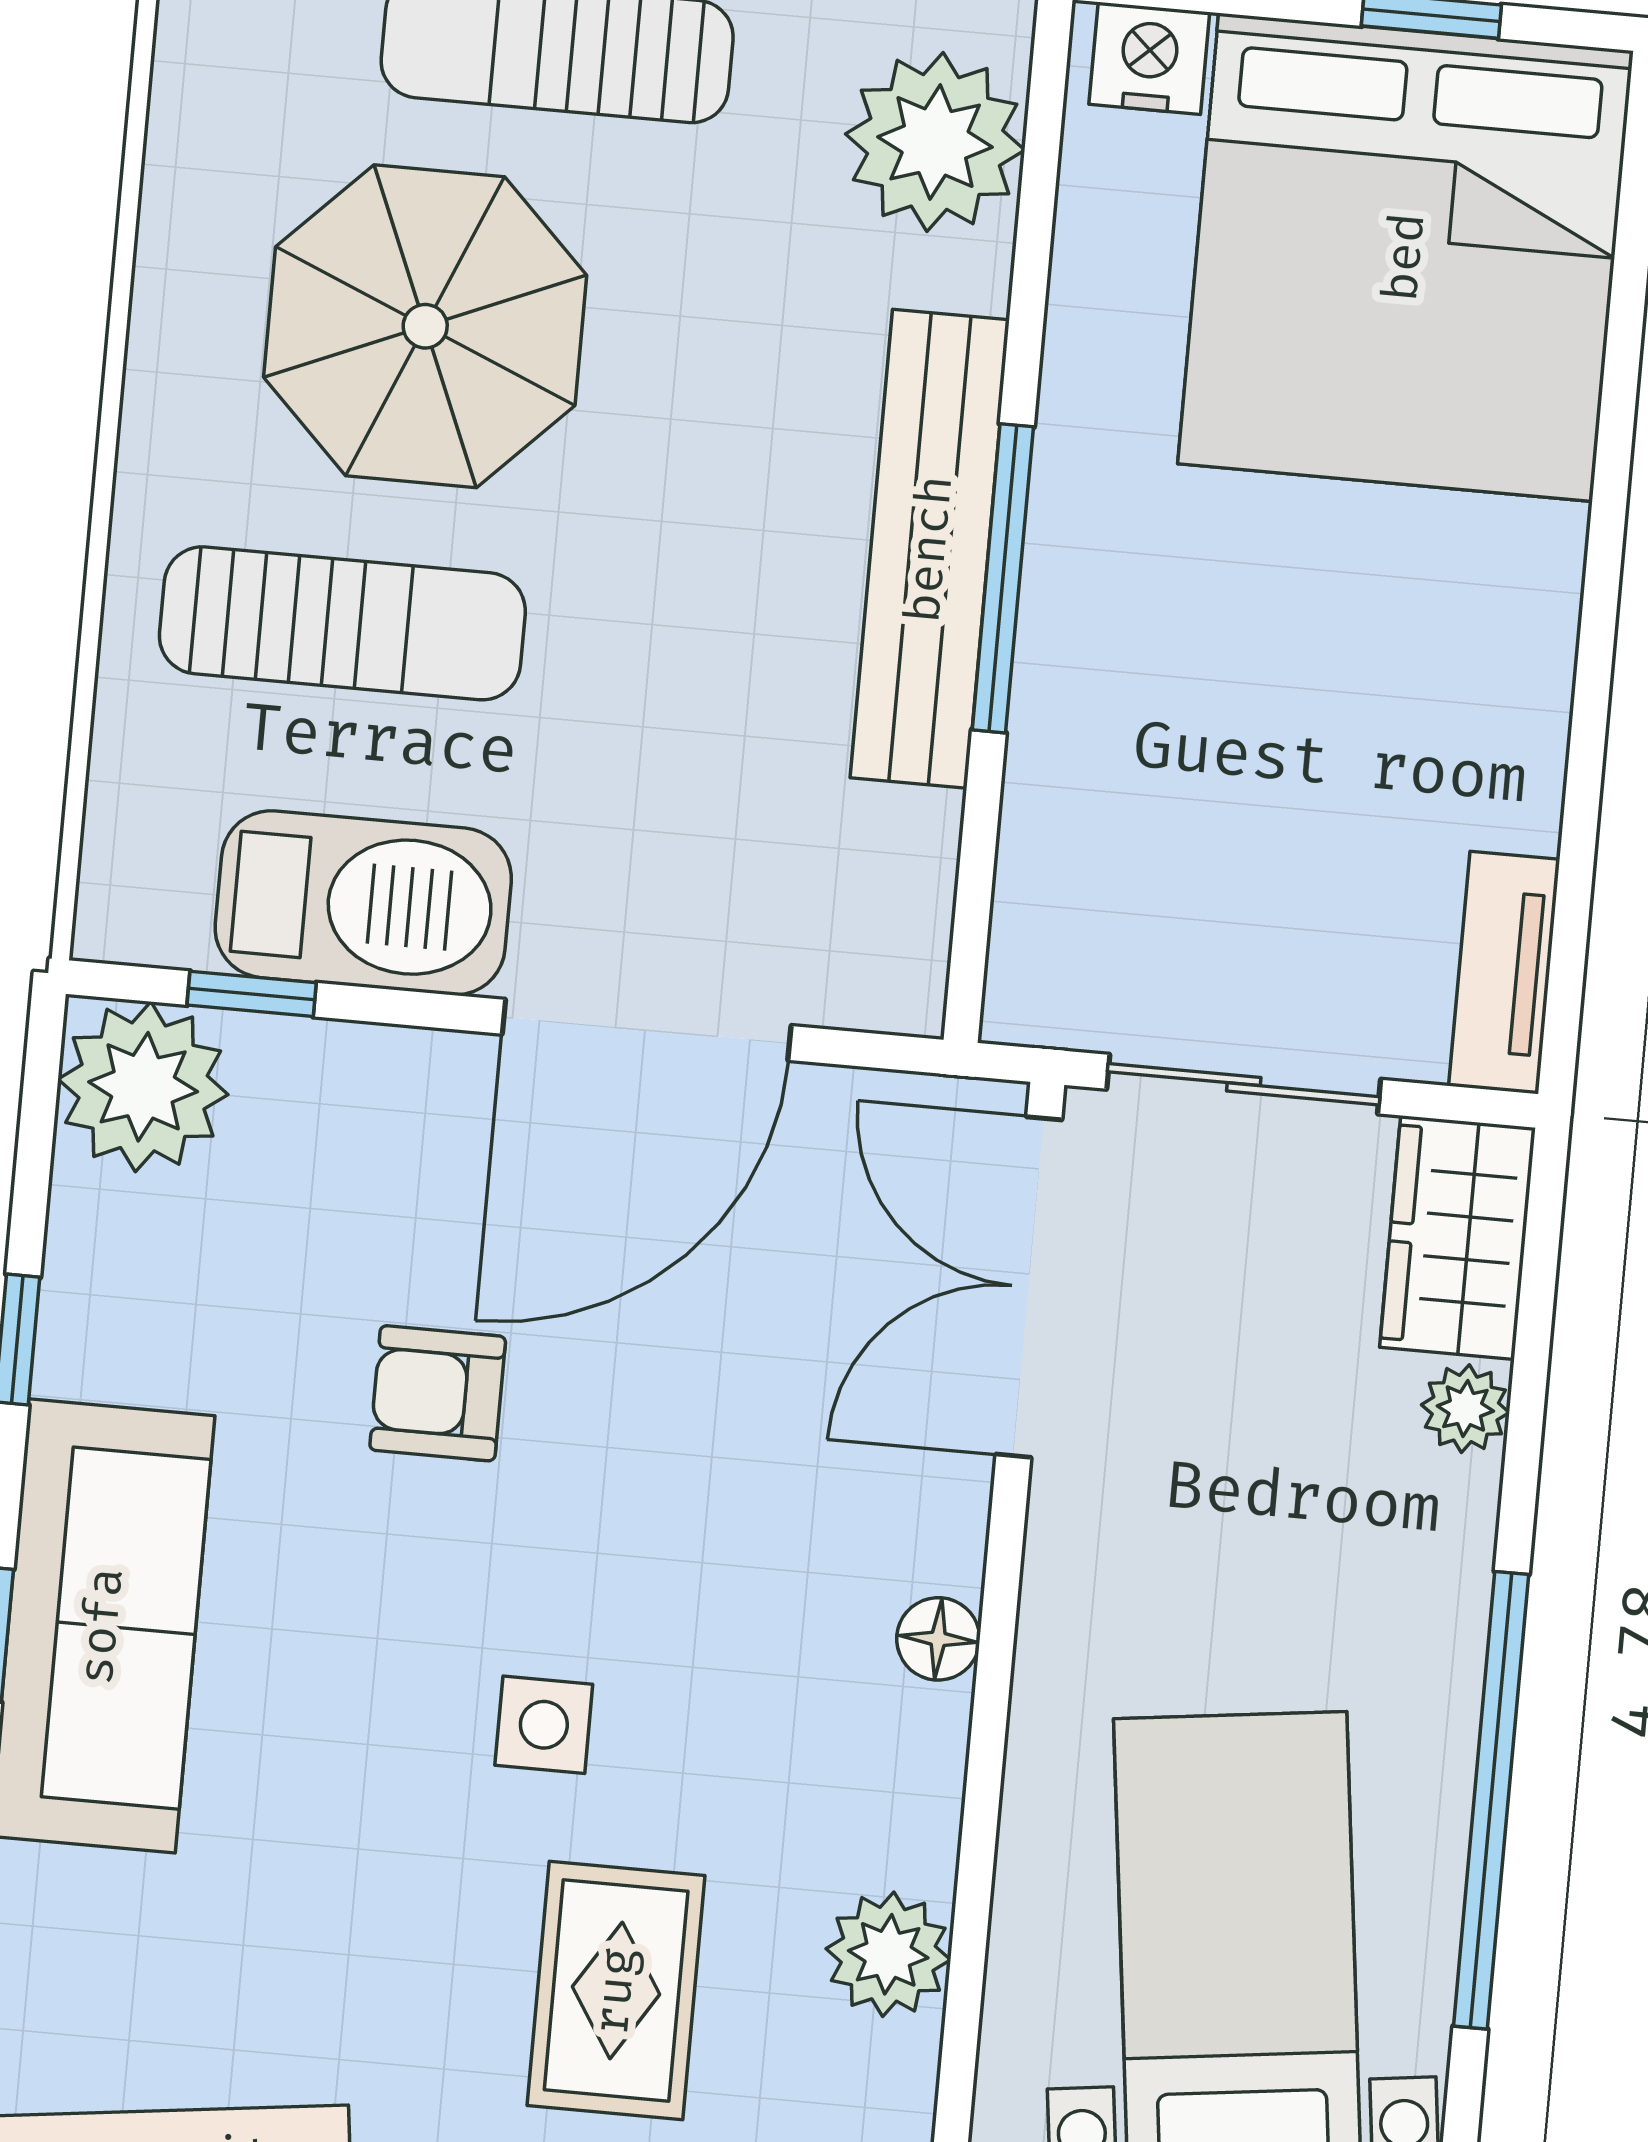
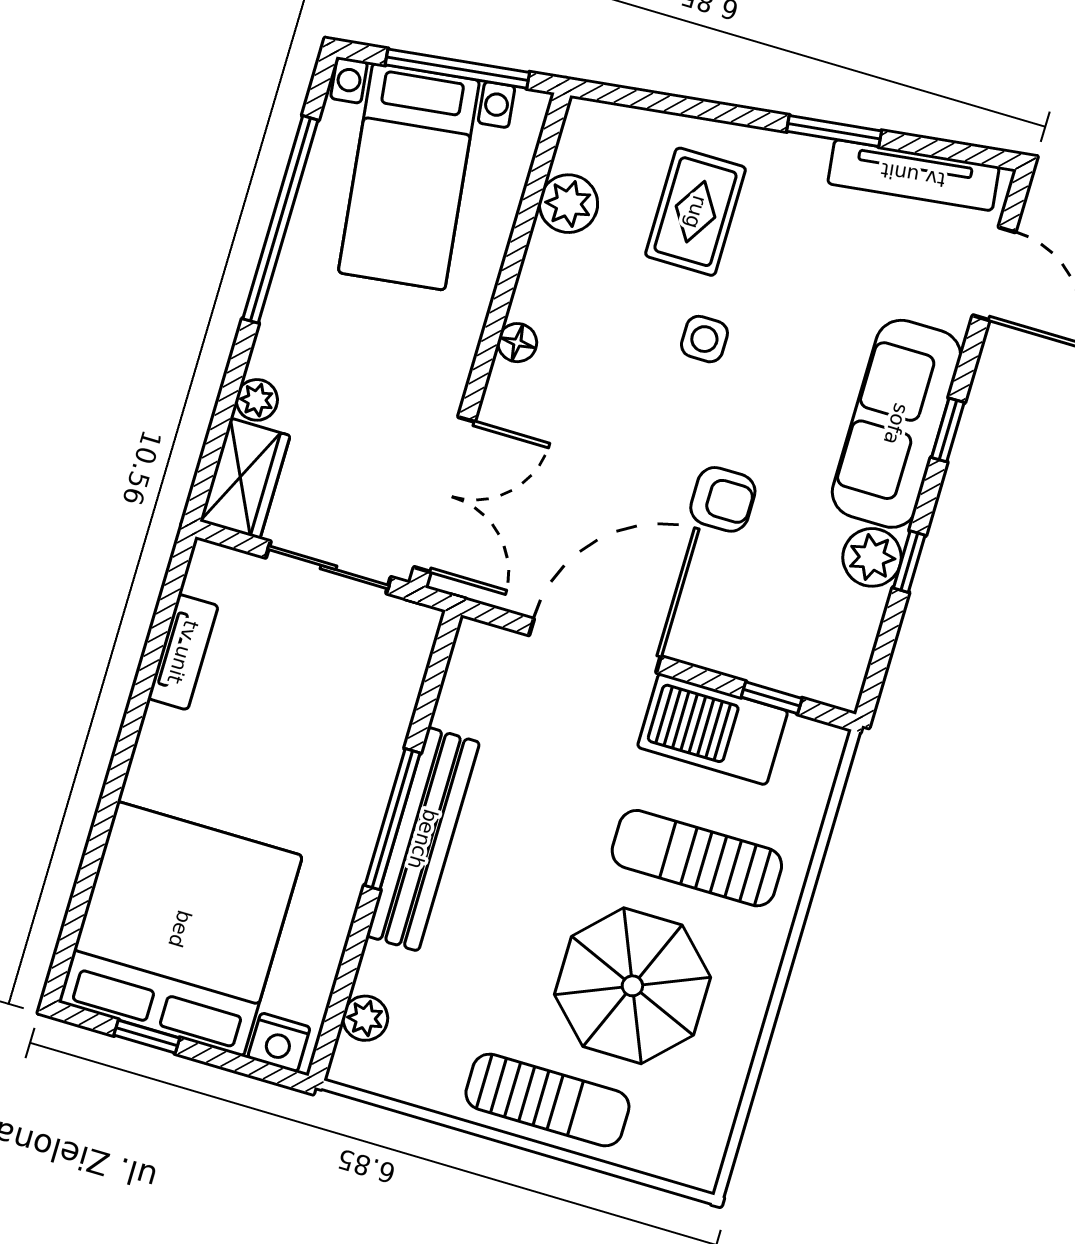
plant: (935, 142) -> (365, 1018), width x0.53, depth x0.53
tv unit: (1504, 973) -> (183, 652), moved
plant: (143, 1087) -> (872, 557), moved, width x0.73, depth x0.73

